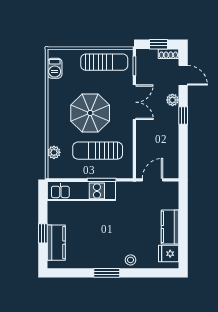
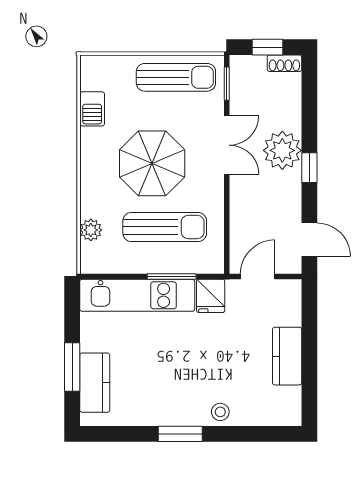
barbecue: (55, 68) -> (92, 109), moved
door: (183, 75) -> (309, 240), moved
plant: (172, 100) -> (282, 150), width x1.87, depth x1.87
sun lounger: (98, 151) -> (165, 227), turned 180
window: (43, 233) -> (72, 367), width x1.50
fridge: (169, 254) -> (211, 296), moved, turned -90

